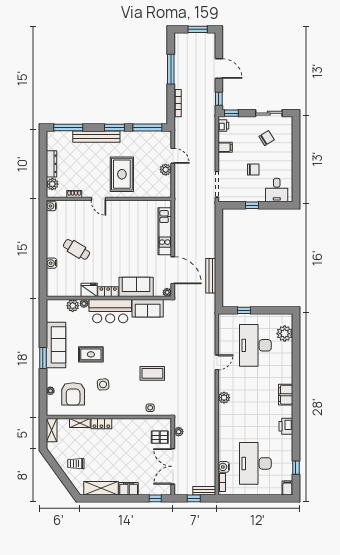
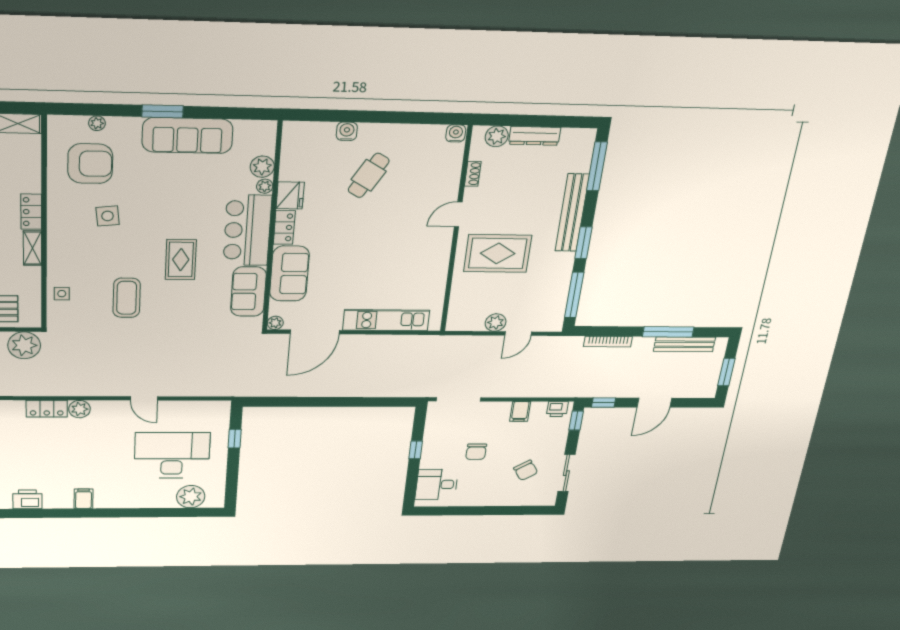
bench: (211, 276) -> (684, 344), moved
rug: (91, 354) -> (181, 260), moved
armchair: (73, 394) -> (90, 164), turned 180
filing cabinet: (286, 395) -> (83, 499), width x0.50
locker: (224, 416) -> (47, 409), added
shelving: (80, 423) -> (33, 248), moved
plant: (179, 432) -> (24, 345), width x1.88, depth x1.88

